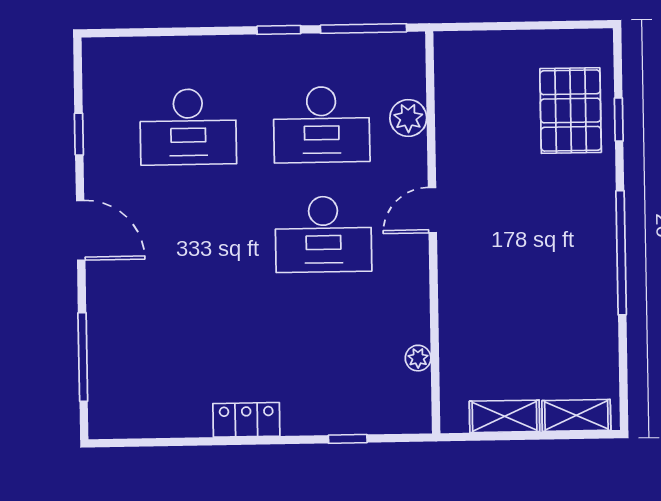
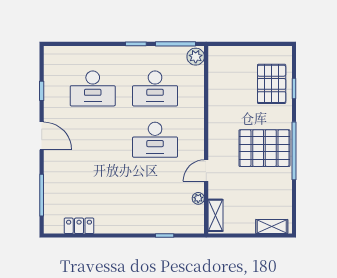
plant: (408, 118) -> (196, 57), moved
door: (432, 210) -> (206, 171), moved
pallet: (558, 248) -> (264, 148), added
shelving: (504, 416) -> (215, 215), moved, turned 90
locker: (246, 420) -> (79, 226), moved

